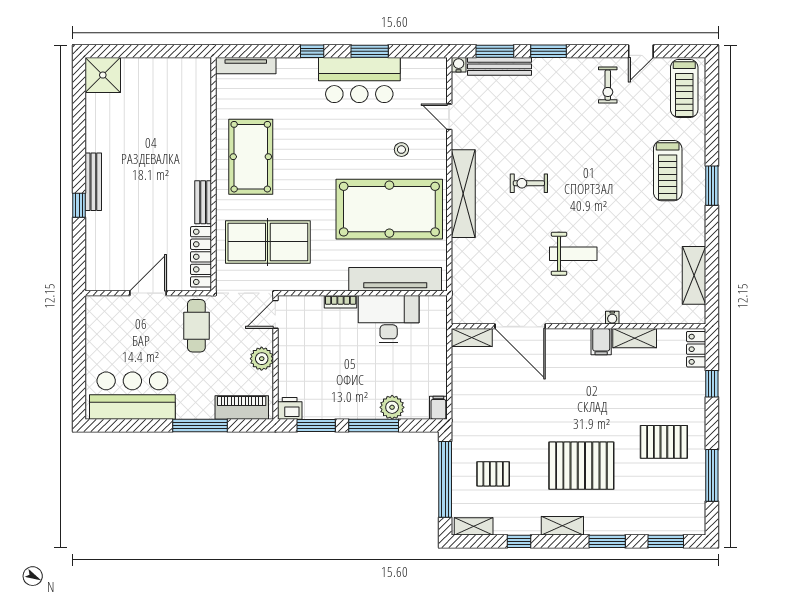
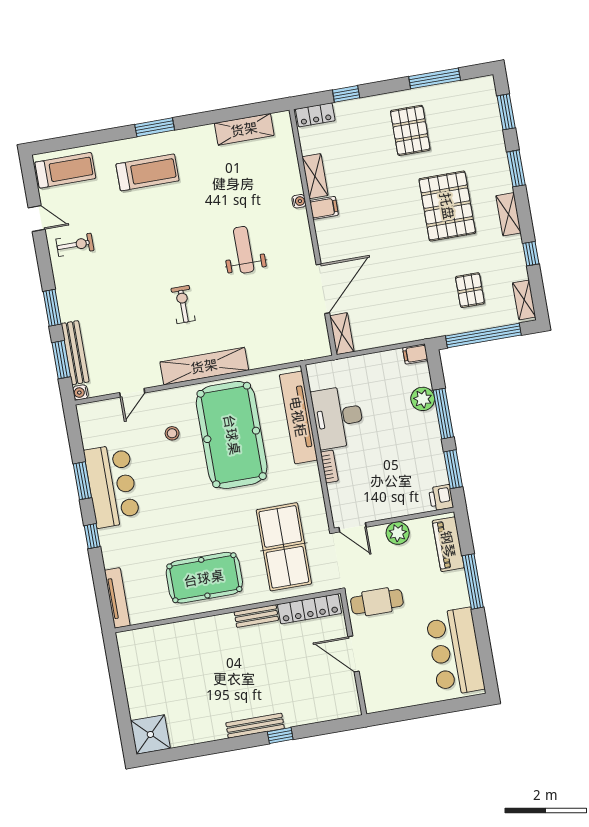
exercise bike: (529, 183) -> (183, 304), turned 180

